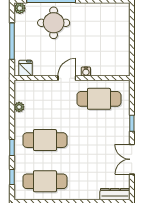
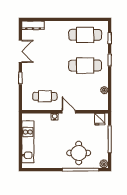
kitchen unit: (122, 38) -> (28, 142), added
door: (67, 78) -> (69, 112), swing flipped
cafe table: (99, 99) -> (45, 96), width x0.73, depth x0.74

